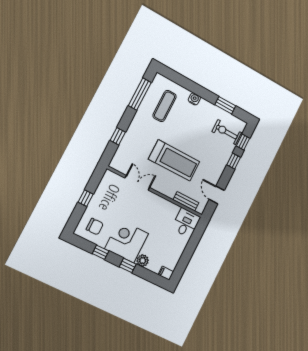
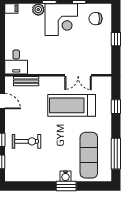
window: (225, 105) -> (66, 186), moved
exercise mat: (165, 106) -> (89, 155), width x1.36, depth x1.45
exercise bike: (227, 132) -> (27, 141), moved
treadmill: (174, 160) -> (72, 105), moved

